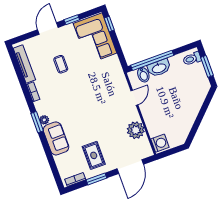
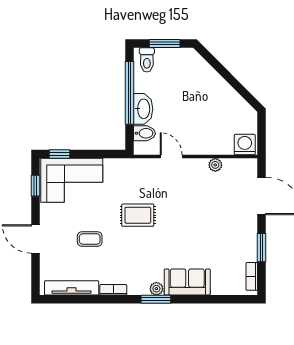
window: (72, 20) -> (35, 186), moved
window: (152, 60) -> (129, 93), moved
plant: (136, 130) -> (215, 165), width x0.53, depth x0.53
rug: (94, 155) -> (138, 215), moved

